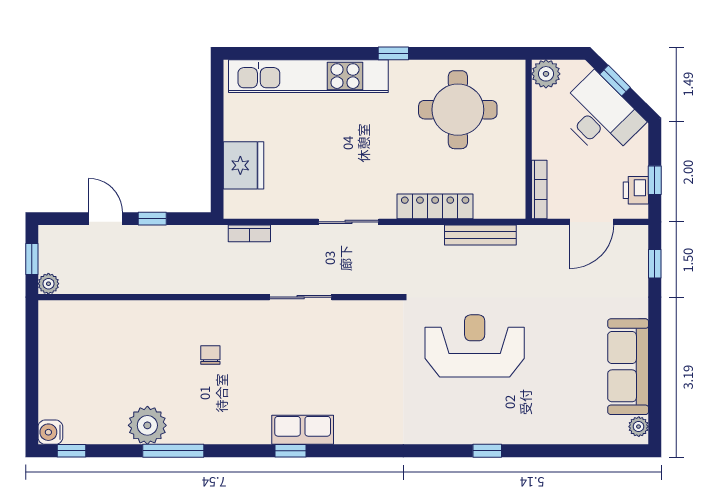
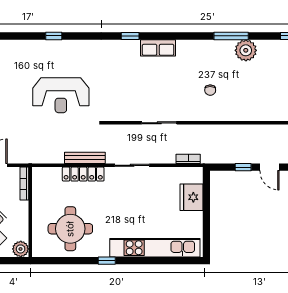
bench: (480, 235) -> (85, 158), moved
window: (290, 451) -> (130, 36), moved

